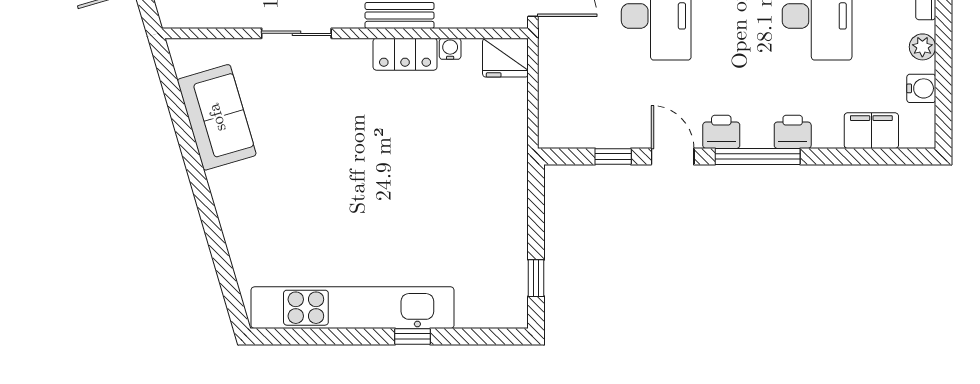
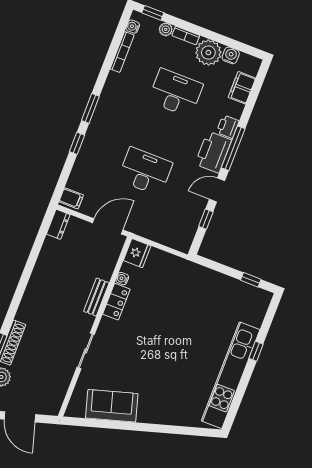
plant: (922, 47) -> (208, 53), width x1.88, depth x1.88
printer: (721, 132) -> (213, 152), width x1.87, depth x1.48

